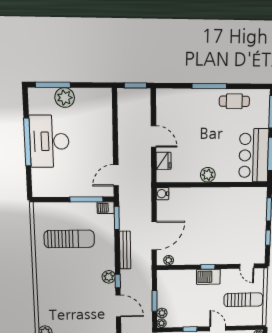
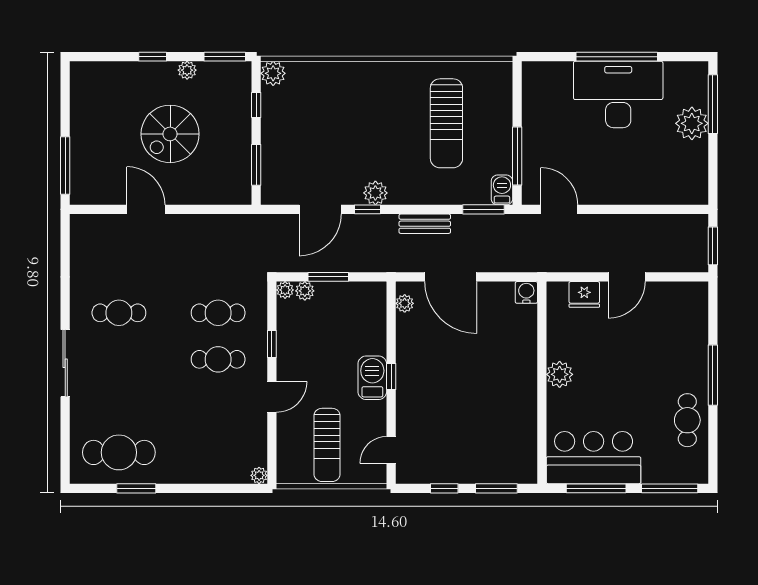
bench: (125, 250) -> (425, 224), width x0.73

